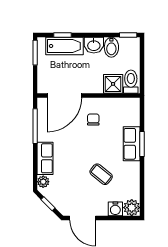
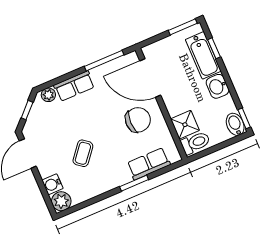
bidet: (111, 47) -> (235, 124), moved, turned 90
chair: (93, 119) -> (138, 120), width x1.87, depth x1.87
row of seats: (132, 144) -> (149, 164), moved

